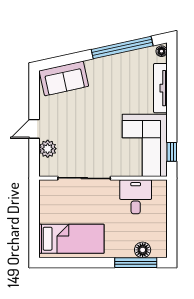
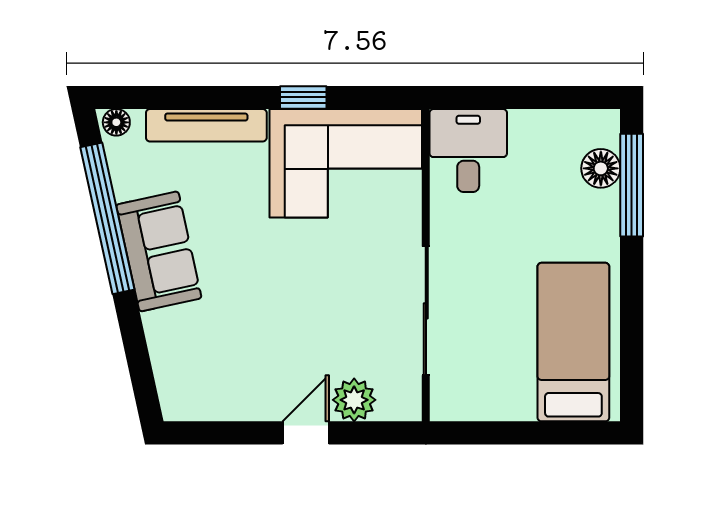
sofa: (64, 78) -> (159, 251), moved
door: (34, 129) -> (306, 433), swing flipped
window: (172, 152) -> (303, 97), moved
desk: (136, 197) -> (468, 151), moved, turned 90

